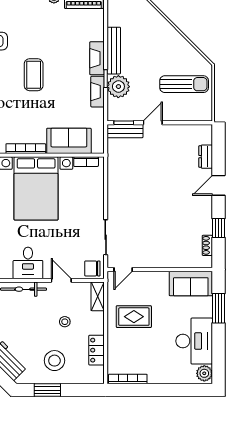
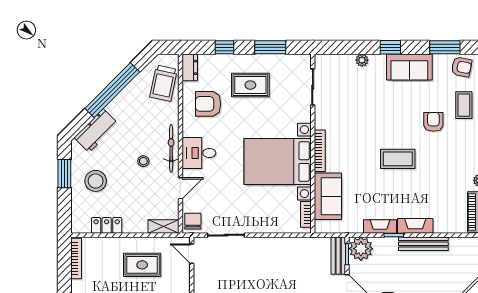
plant: (118, 87) -> (361, 249), moved
rug: (134, 317) -> (142, 265), turned 90
stool: (65, 322) -> (143, 161), moved

